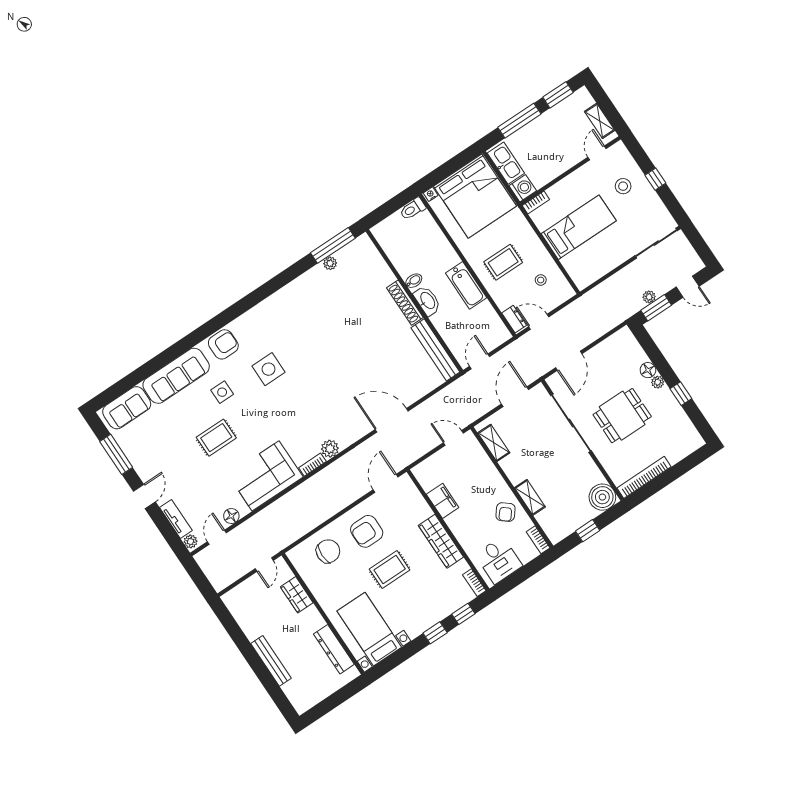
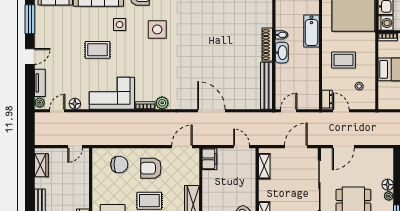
bathtub: (466, 285) -> (312, 31), moved
filing cabinet: (443, 501) -> (209, 159), moved
wardrobe: (297, 595) -> (41, 165), moved, turned 180

